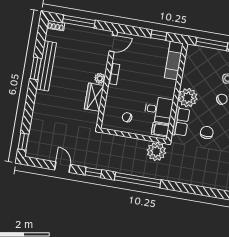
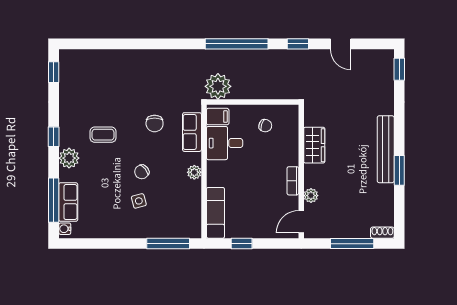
bench: (46, 66) -> (386, 149), moved
plant: (100, 78) -> (311, 196), moved
plant: (188, 98) -> (194, 172), width x0.53, depth x0.53

